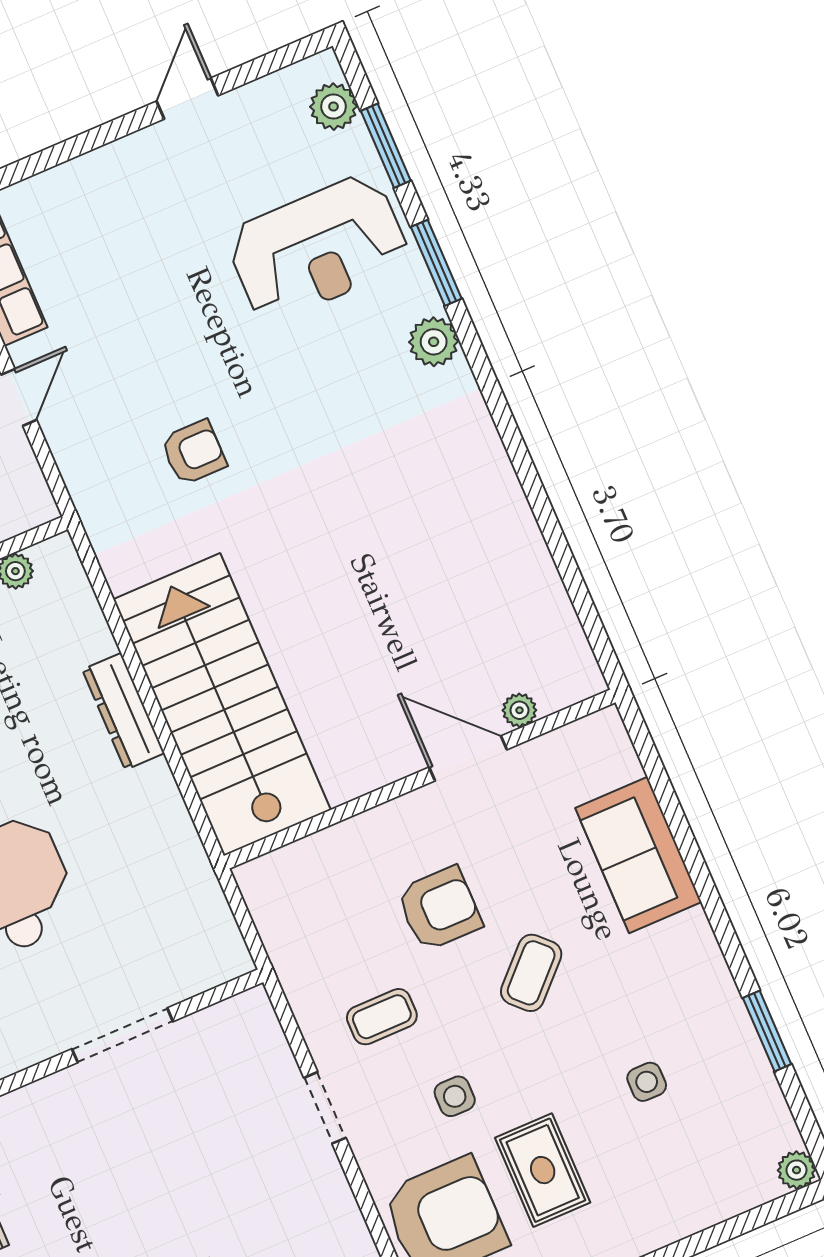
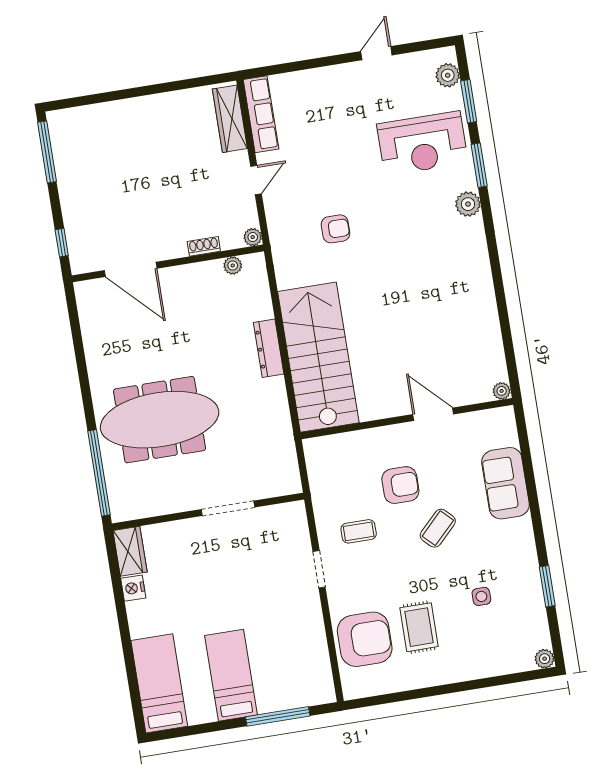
plant: (40, 507) -> (253, 237), added
plant: (519, 710) -> (502, 391), moved
side table: (455, 1096) -> (385, 580), removed

